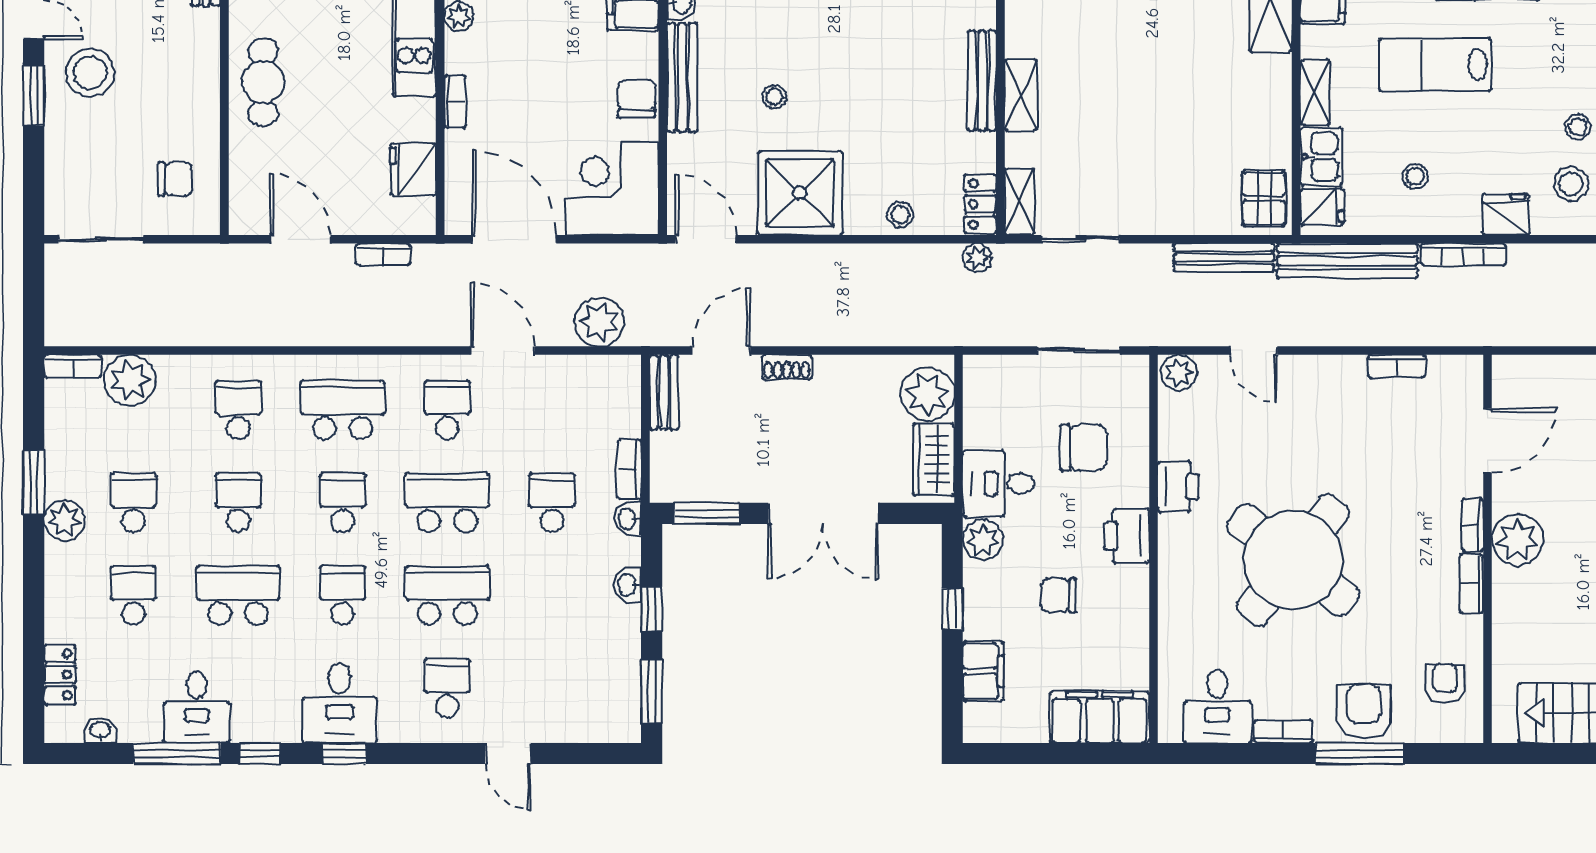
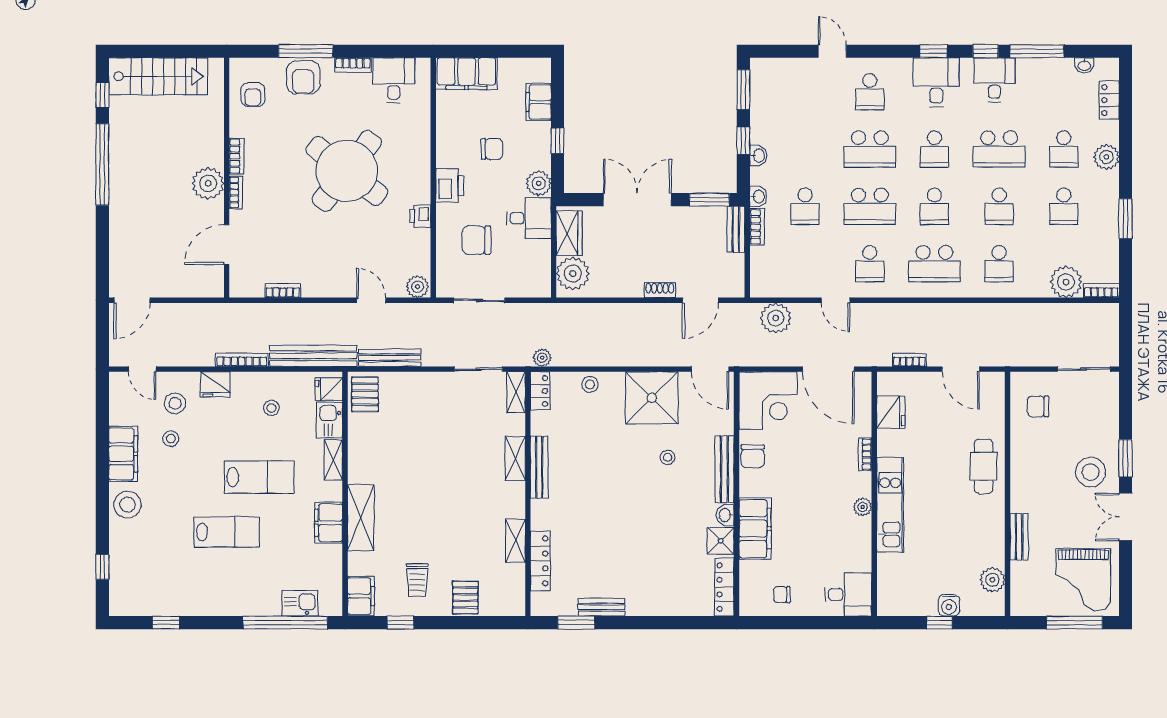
door: (503, 351) -> (836, 300), width x0.73
bench: (664, 392) -> (736, 229), moved
printer: (1178, 487) -> (420, 216), width x0.73, depth x0.81
plant: (64, 520) -> (1106, 157), moved
desk: (197, 707) -> (995, 80), moved

